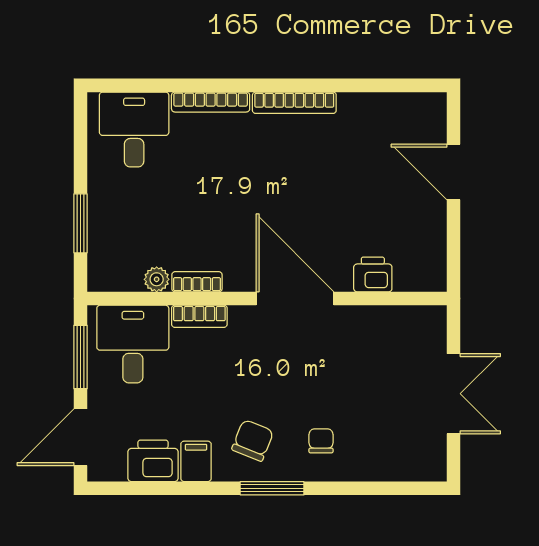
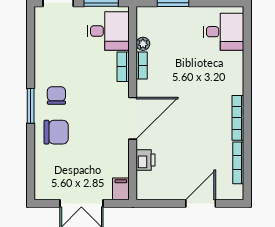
bookcase: (211, 102) -> (238, 163), moved
chair: (253, 440) -> (56, 95), turned -112
chair: (321, 441) -> (56, 132), width x1.87, depth x1.87
printer: (153, 461) -> (45, 42), removed
filing cabinet: (196, 461) -> (121, 189), moved, turned -90

